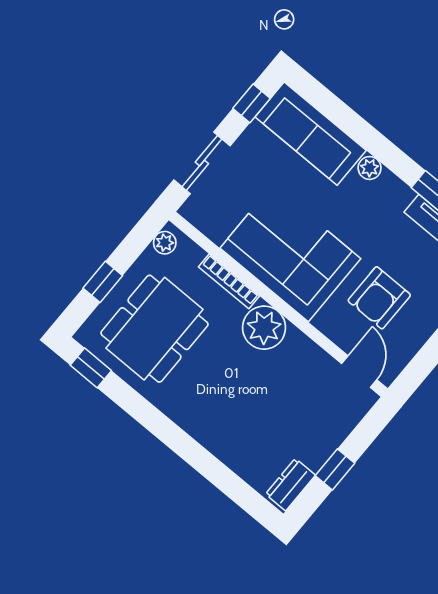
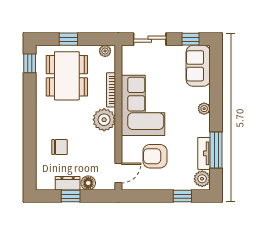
sofa: (311, 134) -> (198, 66), width x0.73
dining table: (154, 329) -> (67, 76), turned 90
chair: (250, 426) -> (59, 147), added
floor lamp: (337, 428) -> (88, 183), added
dresser: (290, 485) -> (68, 183), moved

